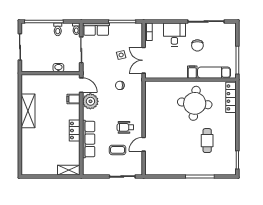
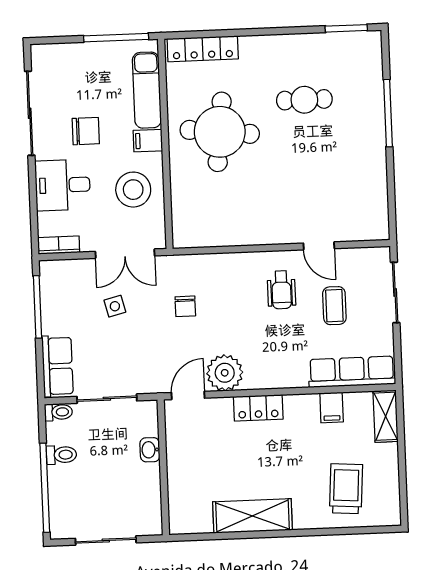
stool: (171, 65) -> (133, 190), added
filing cabinet: (74, 99) -> (332, 408), moved
locker: (75, 131) -> (258, 408), moved
row of seats: (89, 139) -> (352, 372), moved
trolley: (38, 152) -> (346, 489), added

